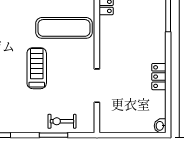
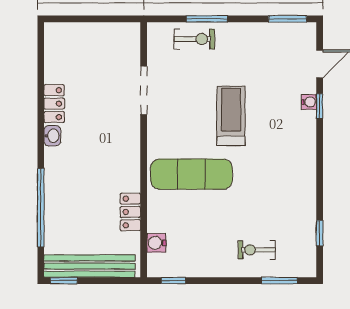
treadmill: (37, 68) -> (231, 116), turned 180
washbasin: (160, 126) -> (52, 136), moved

